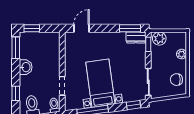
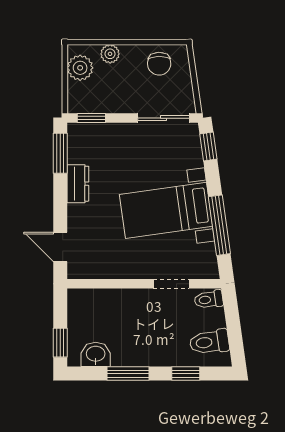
dresser: (136, 37) -> (78, 184), moved
plant: (159, 39) -> (80, 68), moved
window: (16, 48) -> (128, 374), moved
washbasin: (26, 67) -> (96, 354), moved

